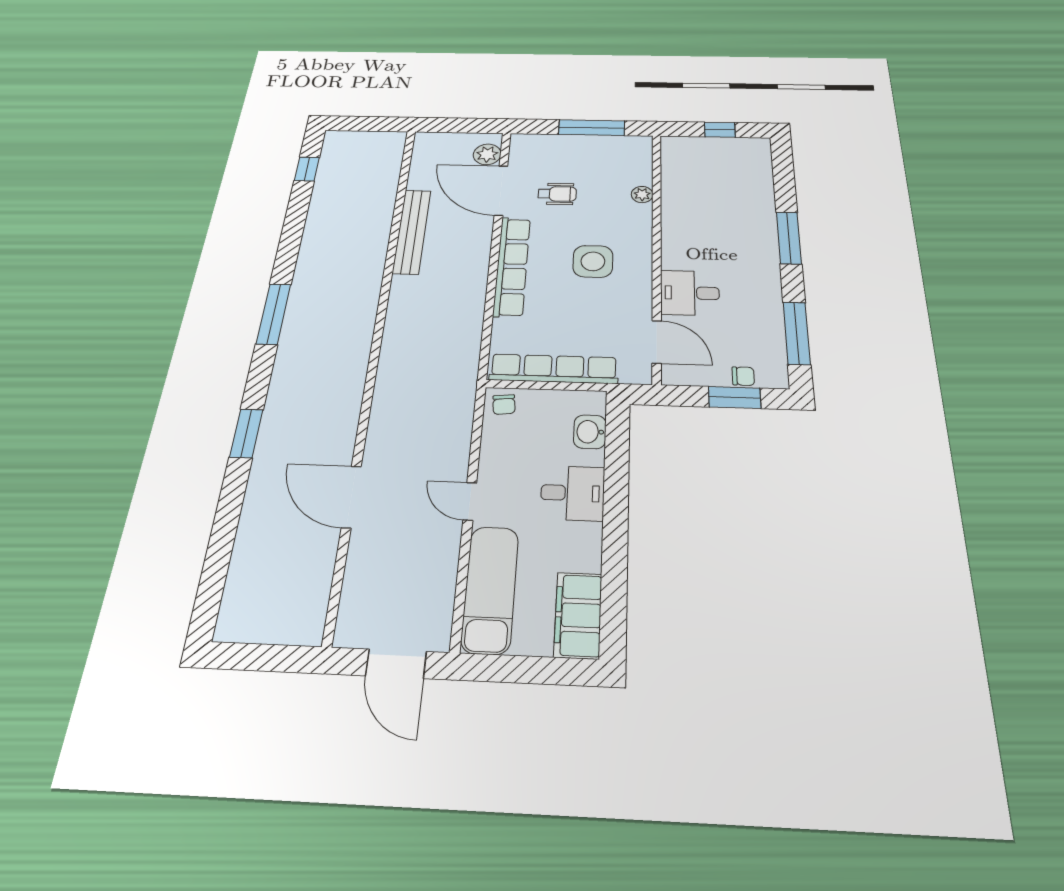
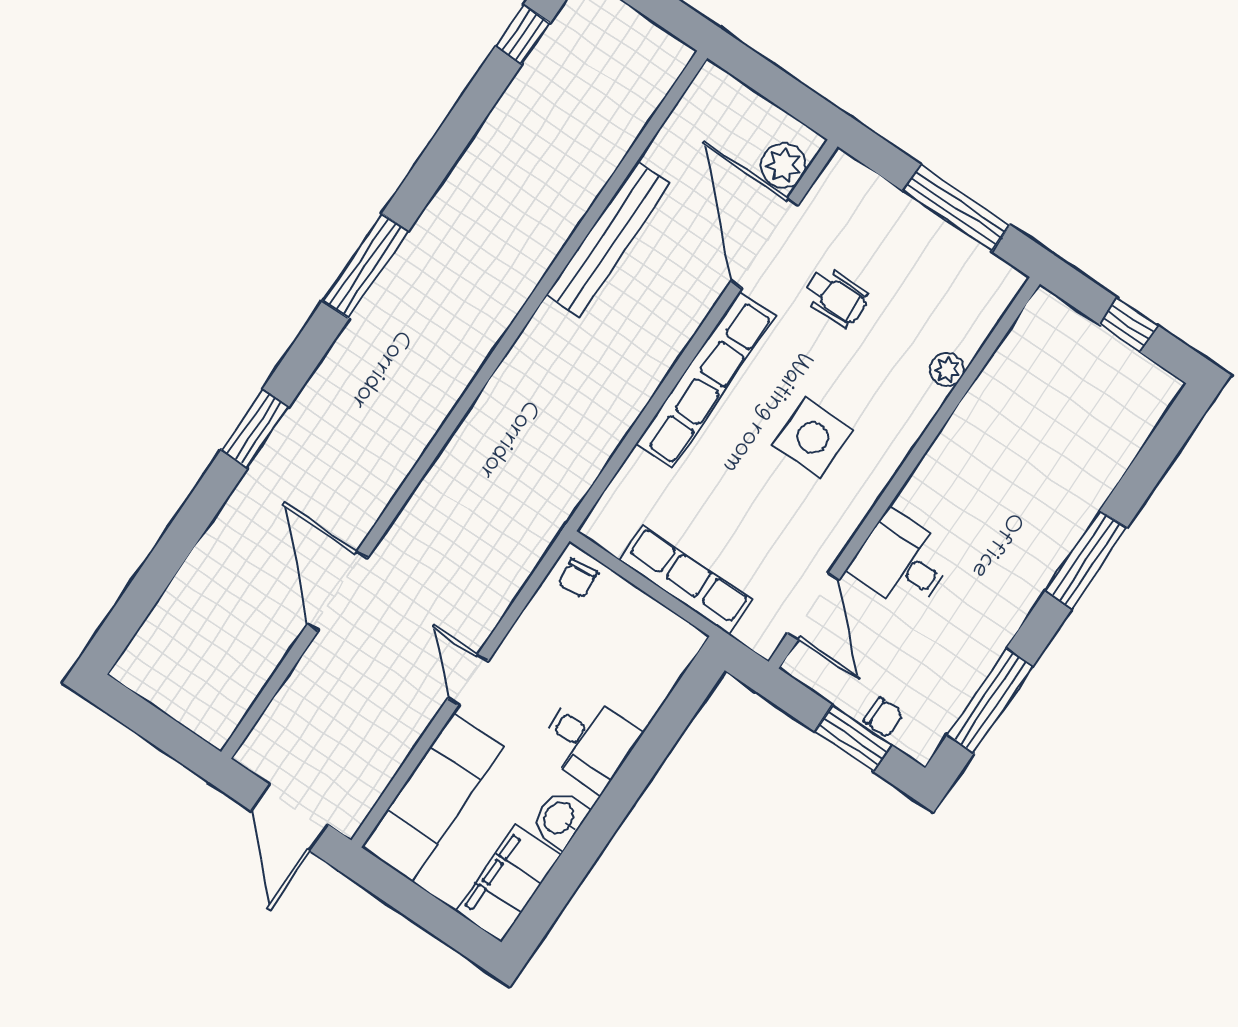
row of seats: (554, 369) -> (686, 580), width x0.73
washbasin: (590, 432) -> (560, 819), moved

